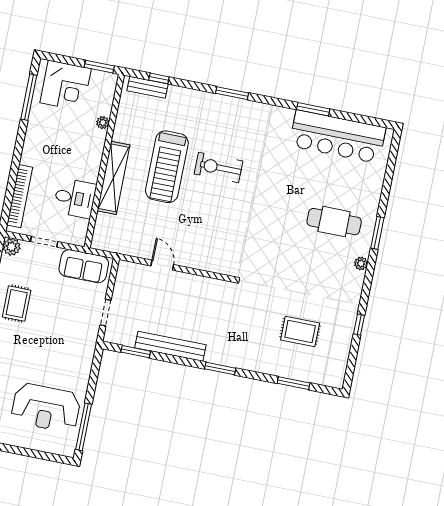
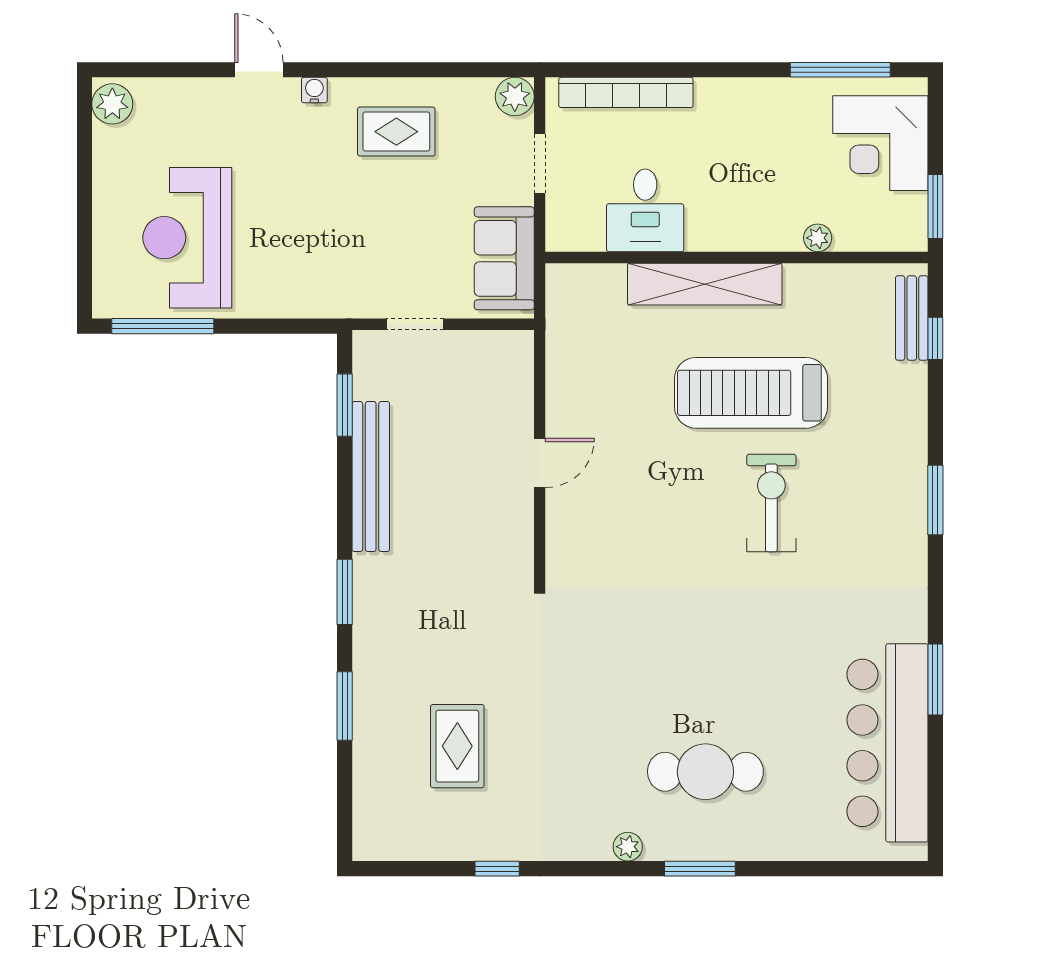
cafe table: (334, 222) -> (705, 772), turned 90
door: (162, 265) -> (540, 463), moved
window: (294, 383) -> (345, 706), moved

